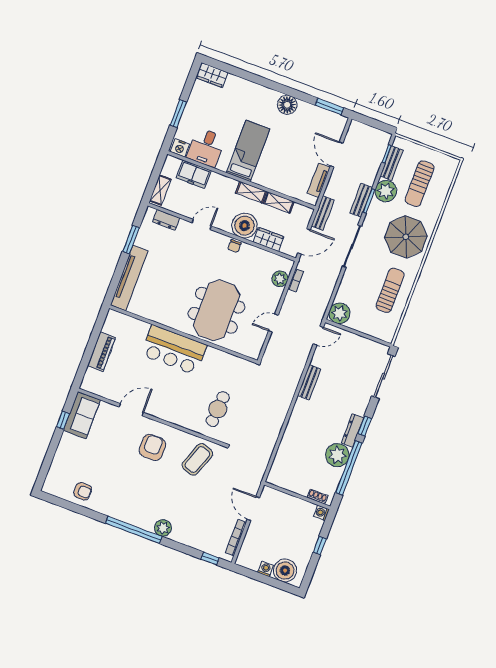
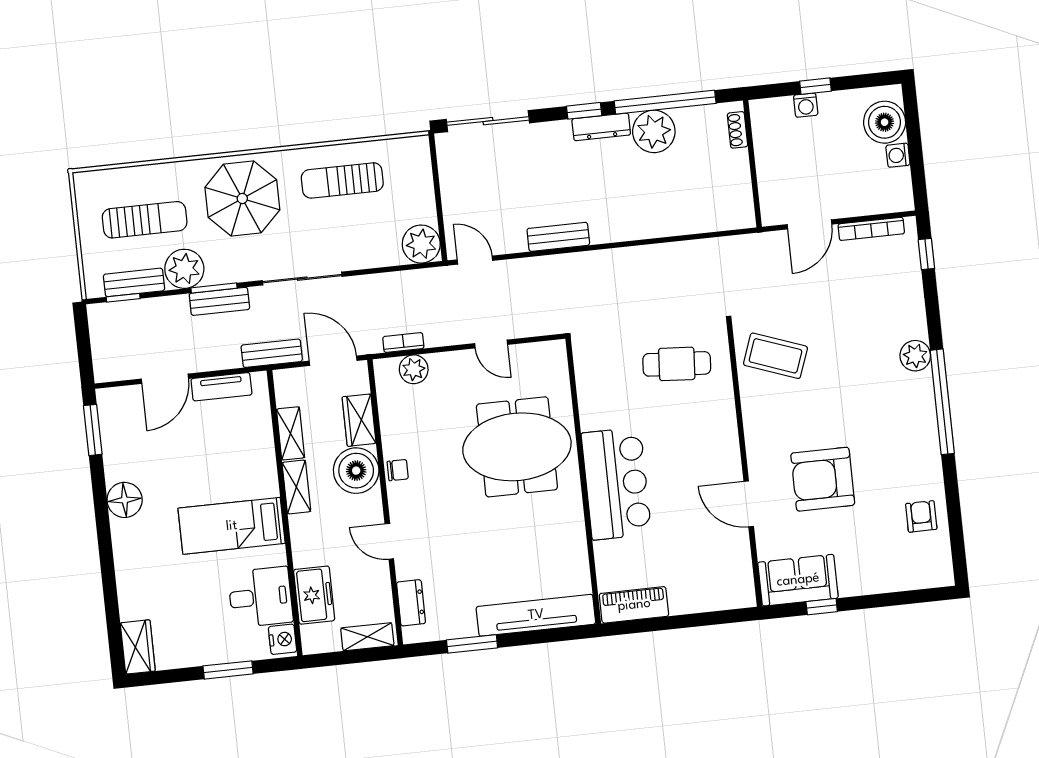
piano: (101, 352) -> (634, 605), moved
armchair: (152, 447) -> (823, 479), moved, width x1.36, depth x1.36
washing machine: (322, 513) -> (806, 105), moved

